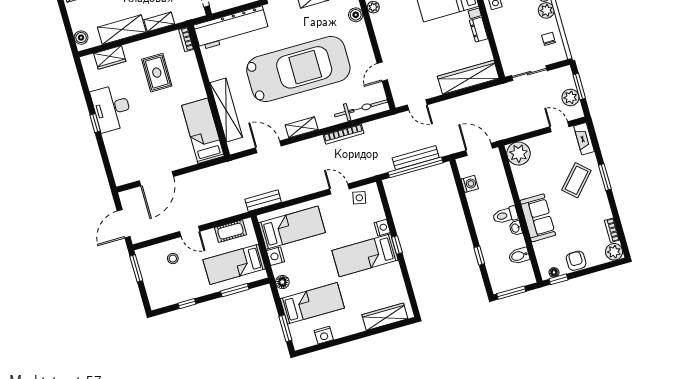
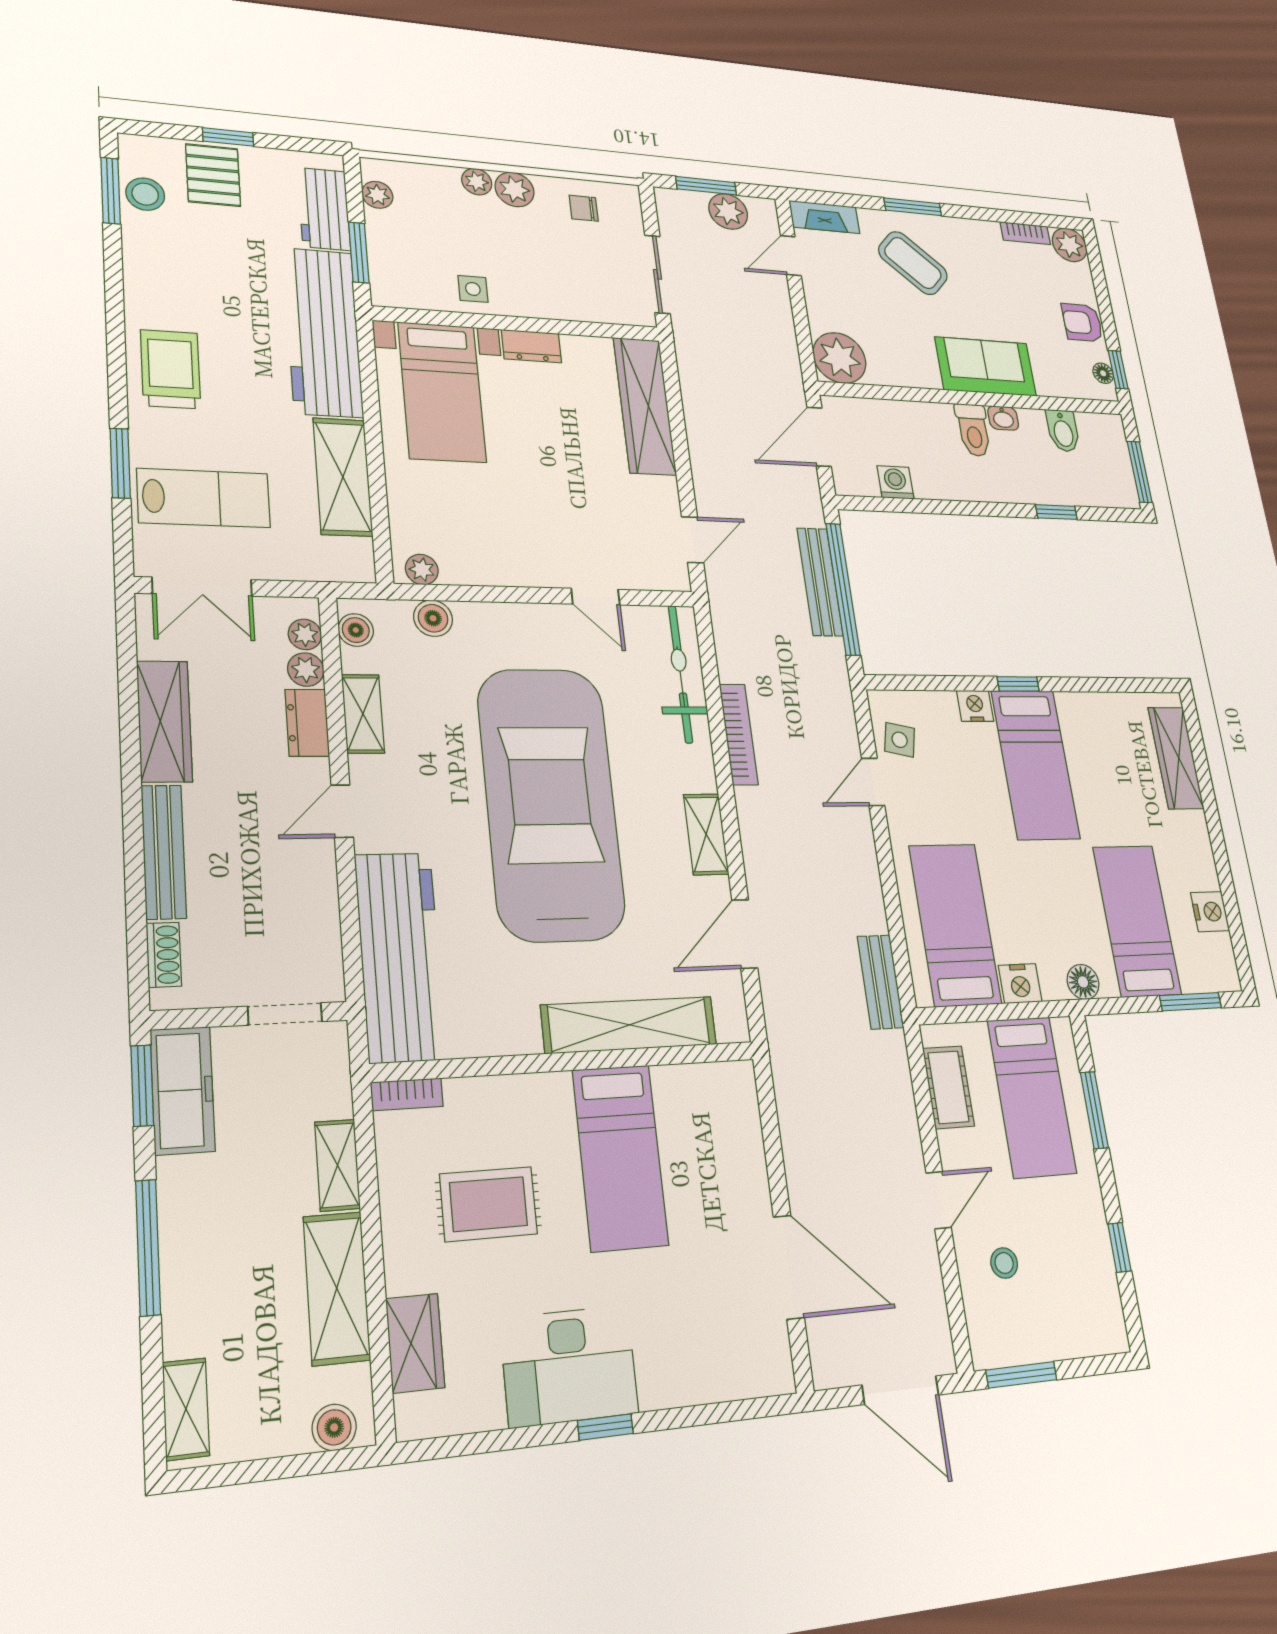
bed: (203, 131) -> (620, 1157), moved, turned -90

